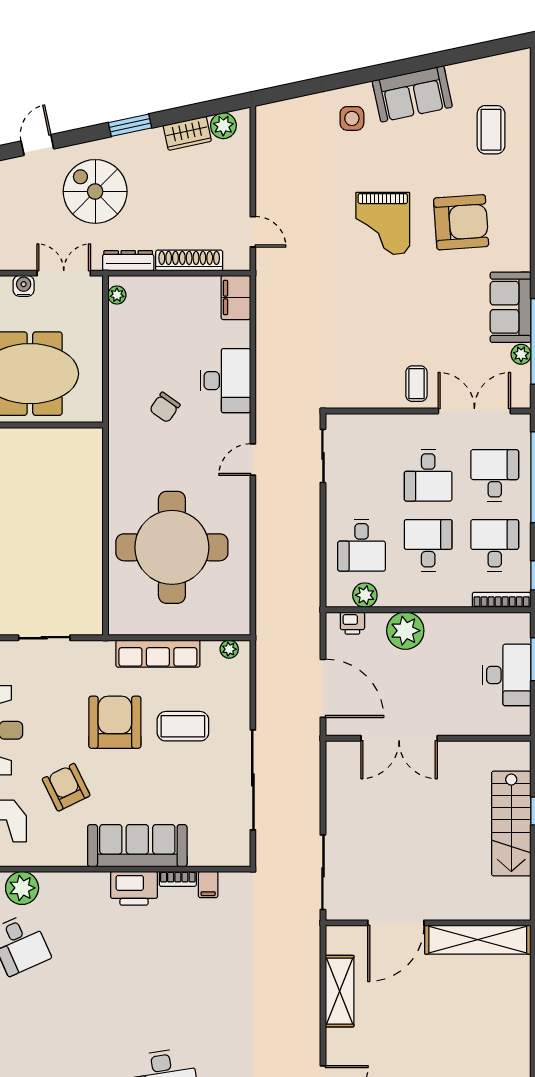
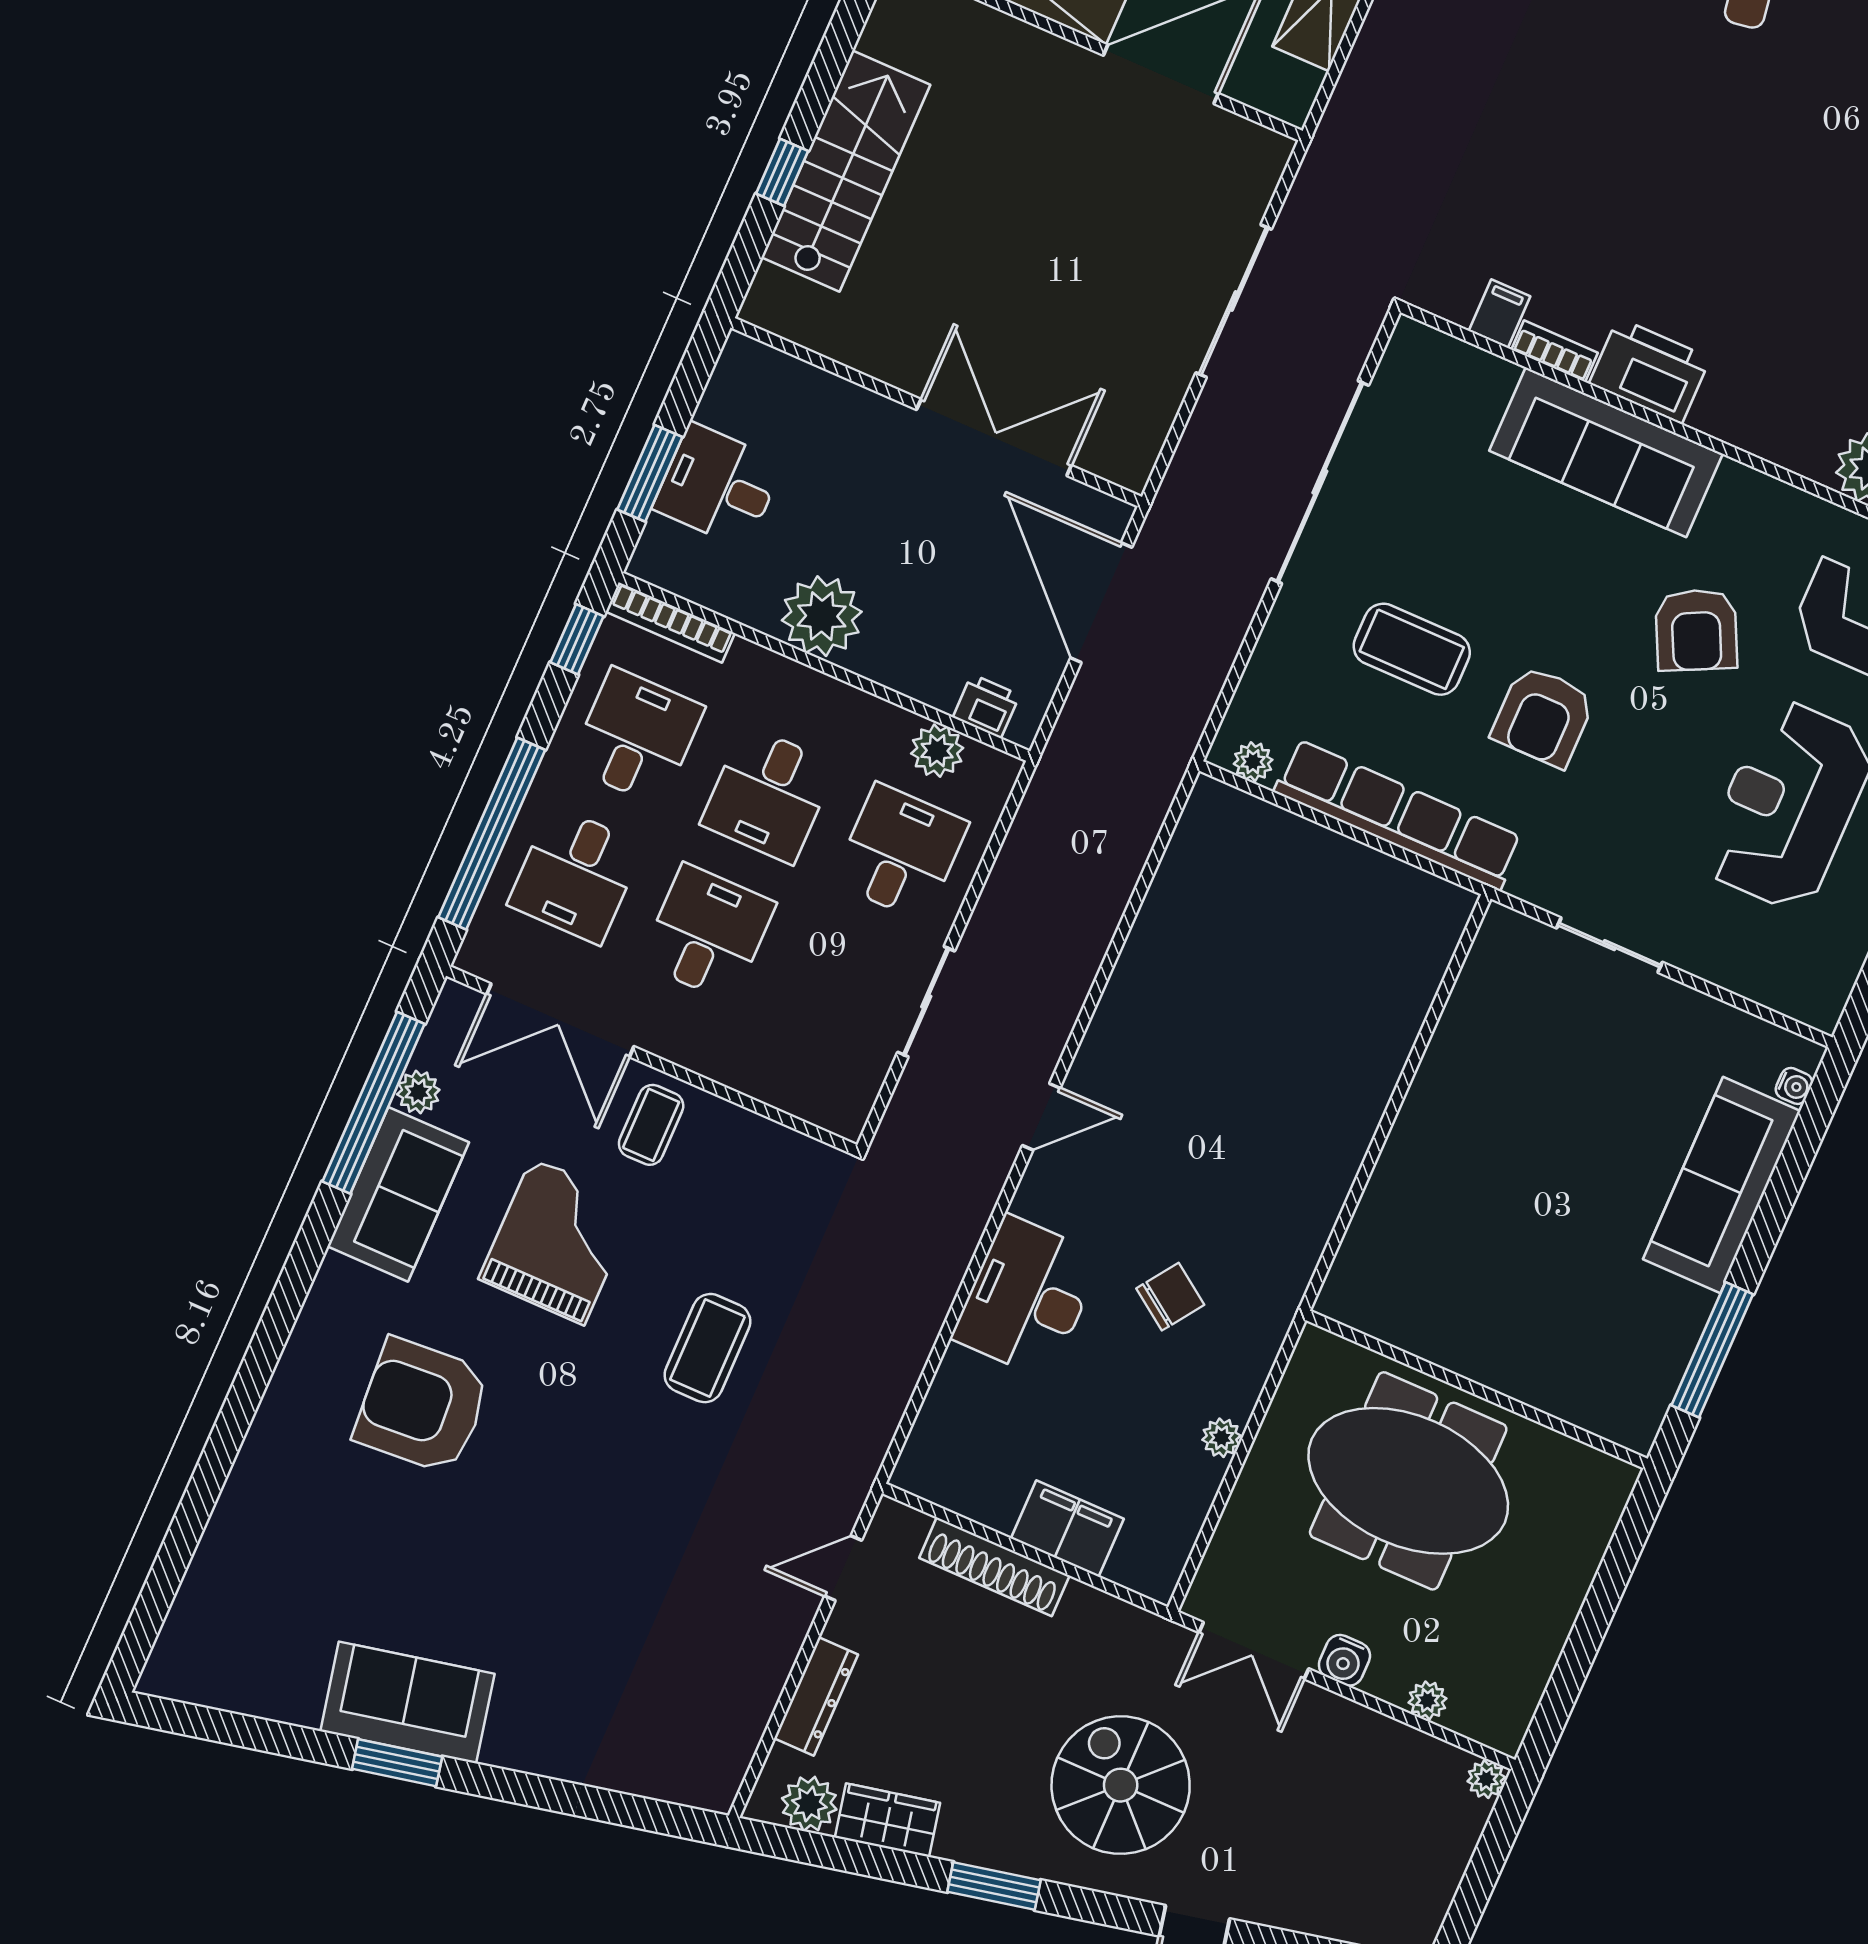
window: (405, 67) -> (397, 1763), added
side table: (352, 118) -> (548, 1707), removed
coffee table: (491, 130) -> (707, 1348), moved
spiral stairs: (95, 191) -> (1121, 1785), turned 180
grand piano: (383, 223) -> (558, 1241), moved
door: (253, 232) -> (843, 1568), hinge flipped
dresser: (128, 261) -> (816, 1696), moved, turned -90
plant: (117, 295) -> (1222, 1438), moved
filing cabinet: (236, 298) -> (1067, 1529), moved, turned -90
sliding door: (323, 456) -> (926, 1002), moved
desk: (495, 545) -> (637, 737), turned 180
round table: (172, 547) -> (1278, 1013), removed
plant: (405, 631) -> (822, 616), moved
row of seats: (158, 654) -> (1398, 815), width x1.36
desk: (507, 675) -> (718, 486), width x0.73
armchair: (115, 722) -> (1543, 716), width x0.73, depth x0.73
sliding door: (323, 872) -> (1234, 301), moved

